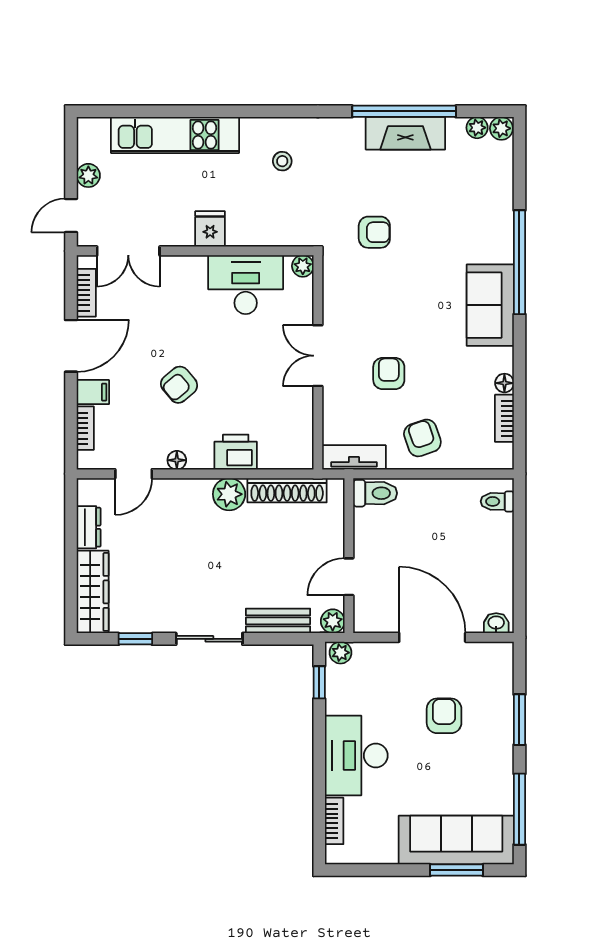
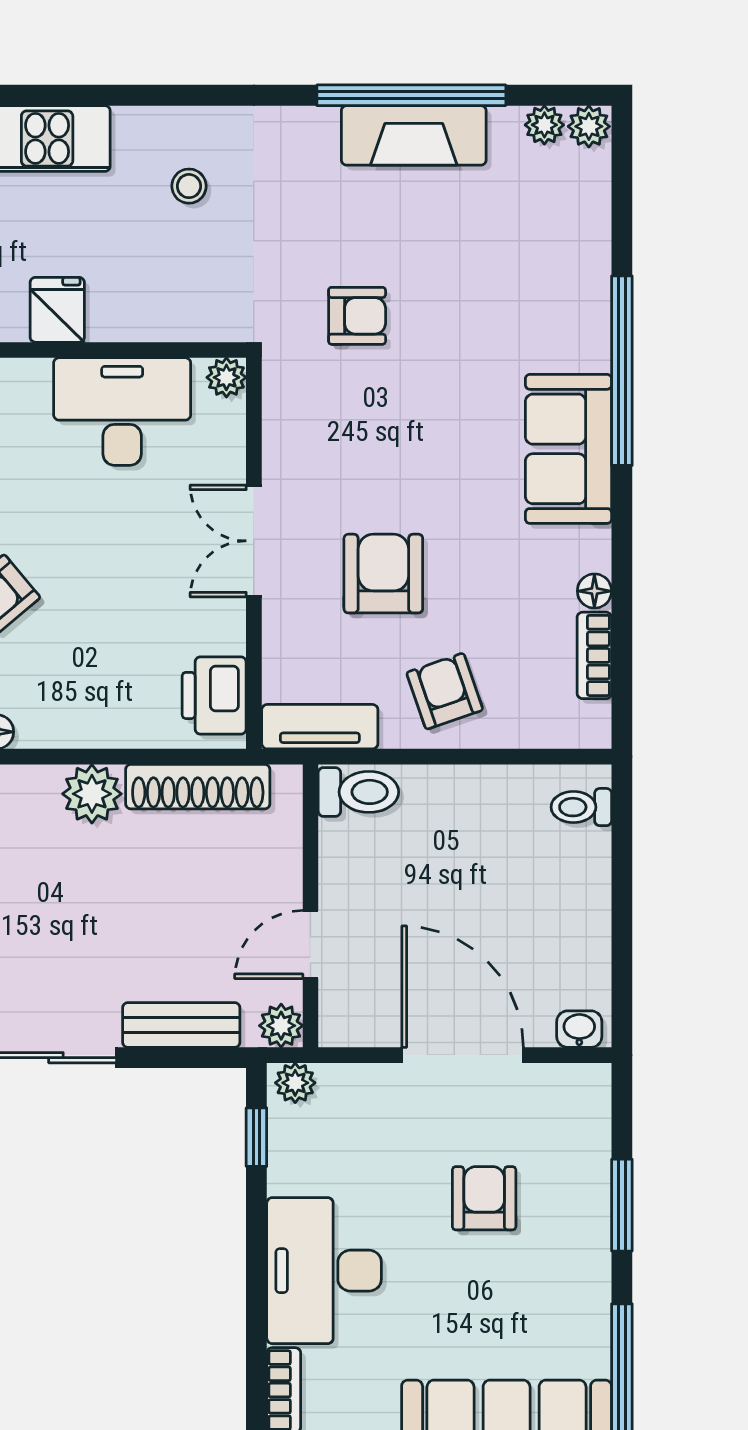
armchair: (389, 373) -> (383, 574), width x1.38, depth x1.38
printer: (236, 452) -> (214, 695), moved, turned -90

